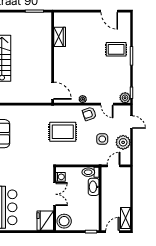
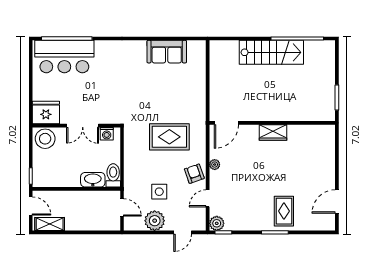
wardrobe: (60, 37) -> (273, 132), moved
rug: (63, 132) -> (169, 137), turned 90

